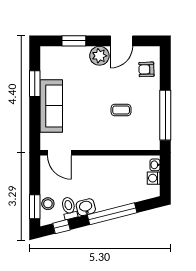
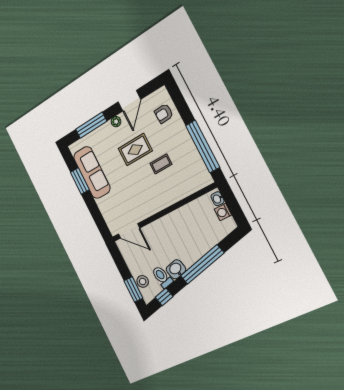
window: (74, 41) -> (91, 125), width x1.44
plant: (99, 56) -> (116, 122), width x0.53, depth x0.53
rug: (104, 85) -> (135, 150), added
sofa: (51, 106) -> (92, 172), moved

